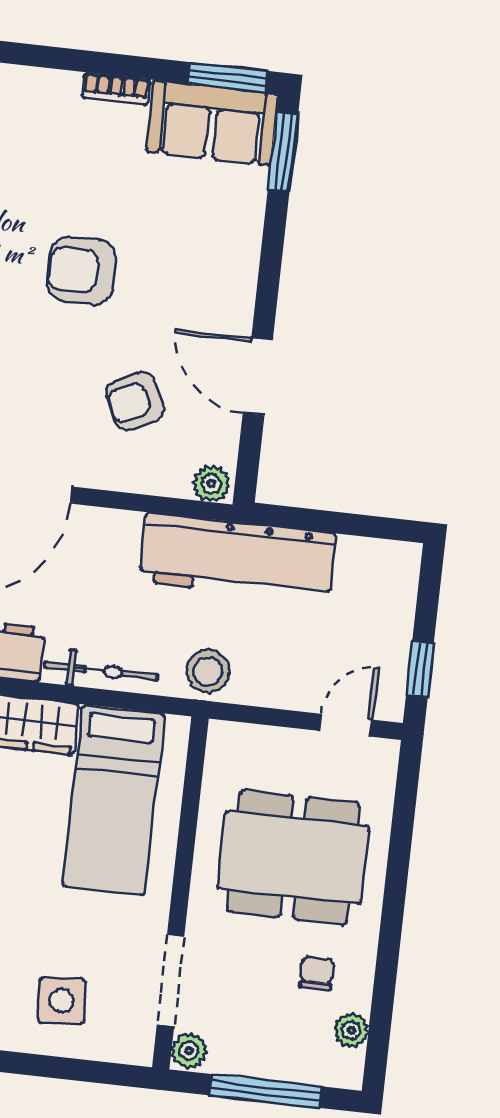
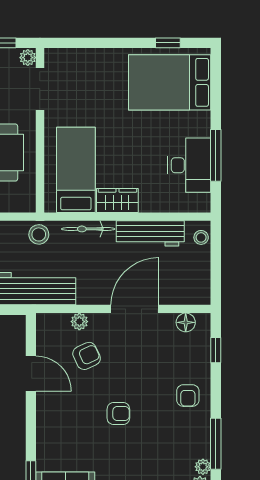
armchair: (81, 271) -> (118, 414), width x0.72, depth x0.72
plant: (211, 484) -> (79, 322), moved
side table: (62, 1001) -> (89, 74), removed

